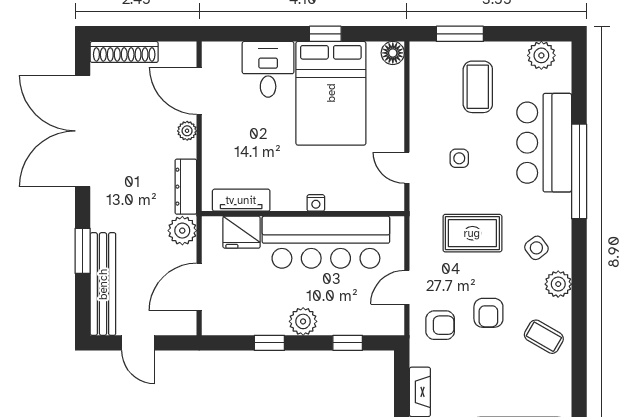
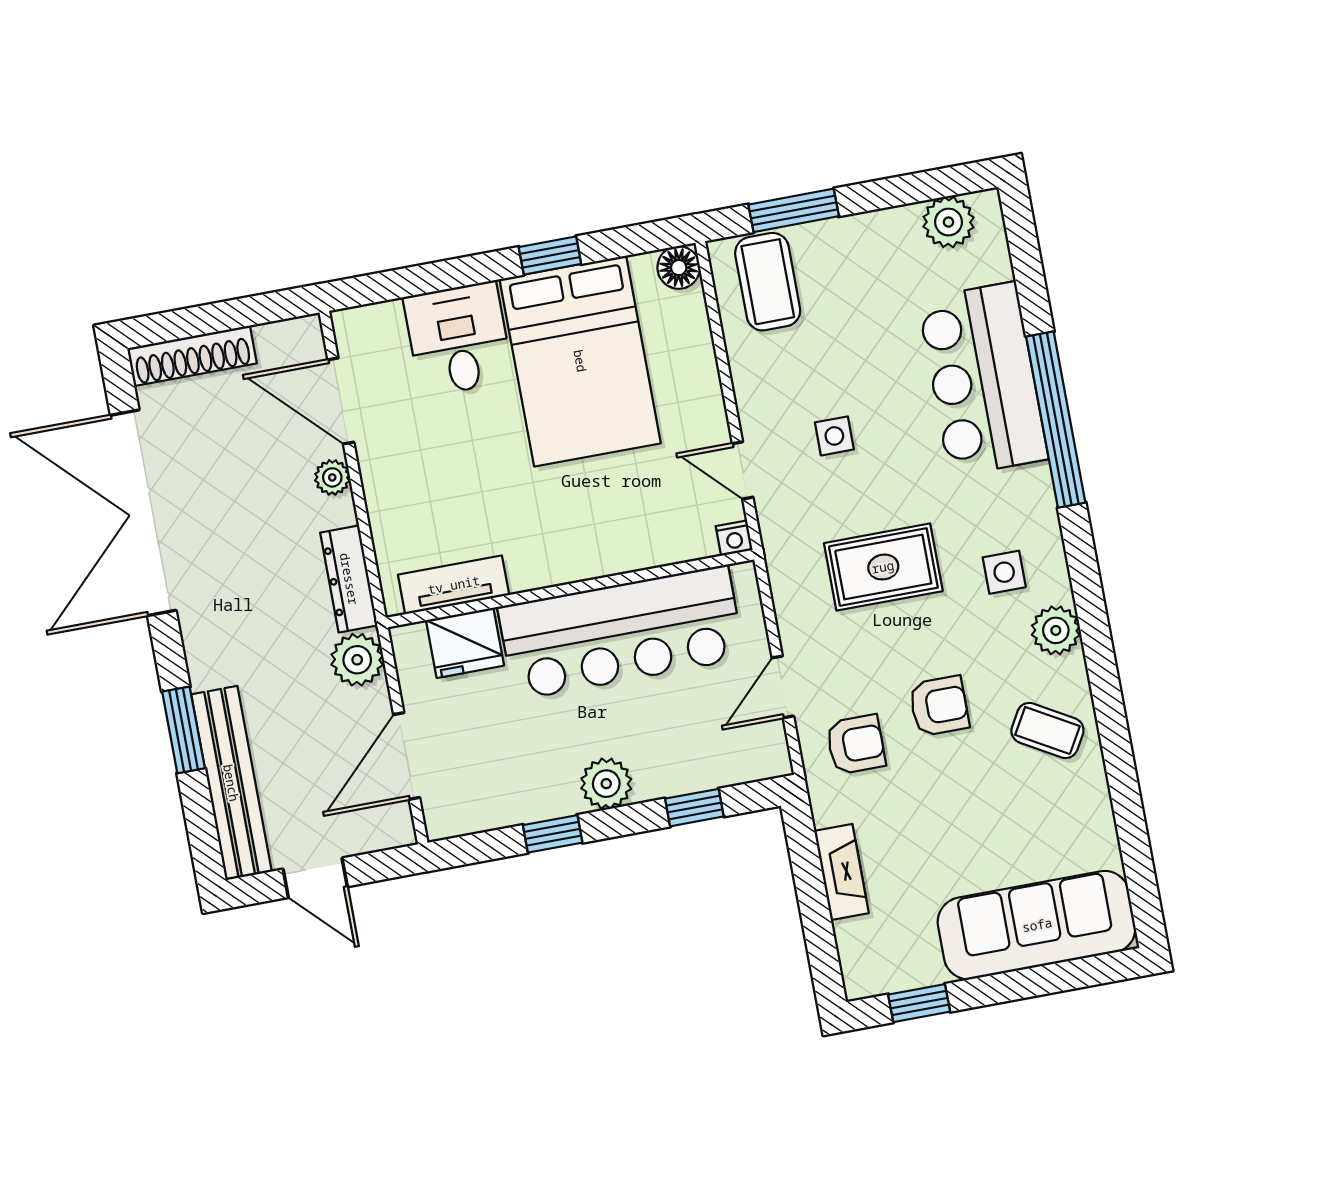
coffee table: (478, 87) -> (768, 282), moved
nightstand: (316, 203) -> (734, 538), moved
side table: (536, 248) -> (1004, 572), turned 37
armchair: (488, 313) -> (939, 706), turned -90

